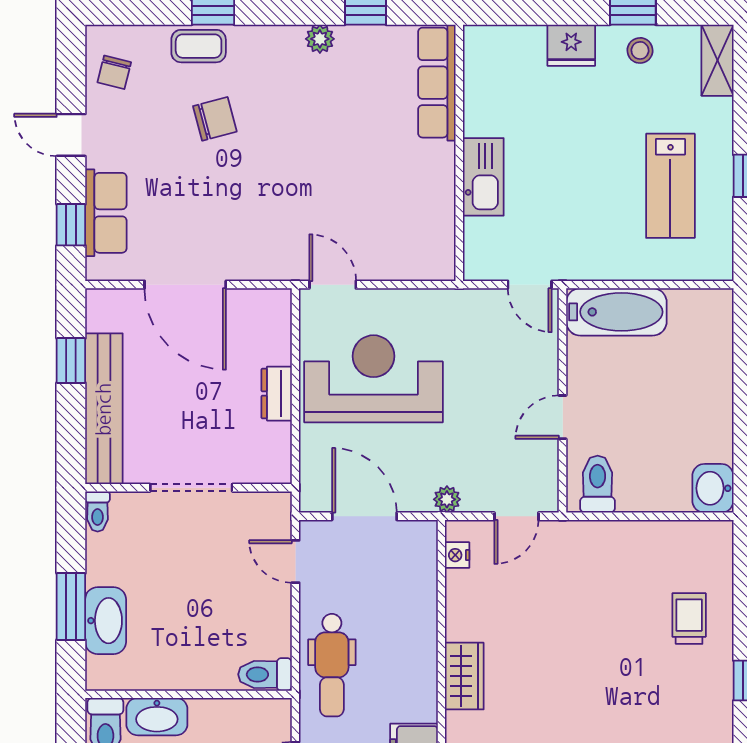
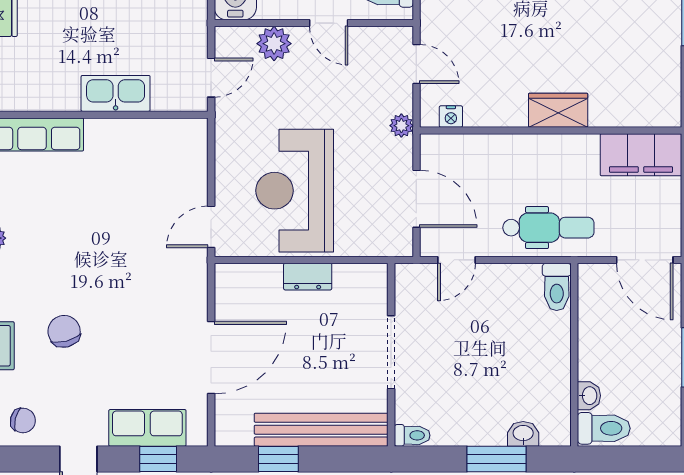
door: (530, 285) -> (211, 78), moved
plant: (539, 356) -> (274, 44), added
door: (364, 516) -> (416, 199), swing flipped
washbasin: (106, 621) -> (523, 434), width x0.52, depth x0.69
washbasin: (157, 717) -> (589, 396), width x0.52, depth x0.69

